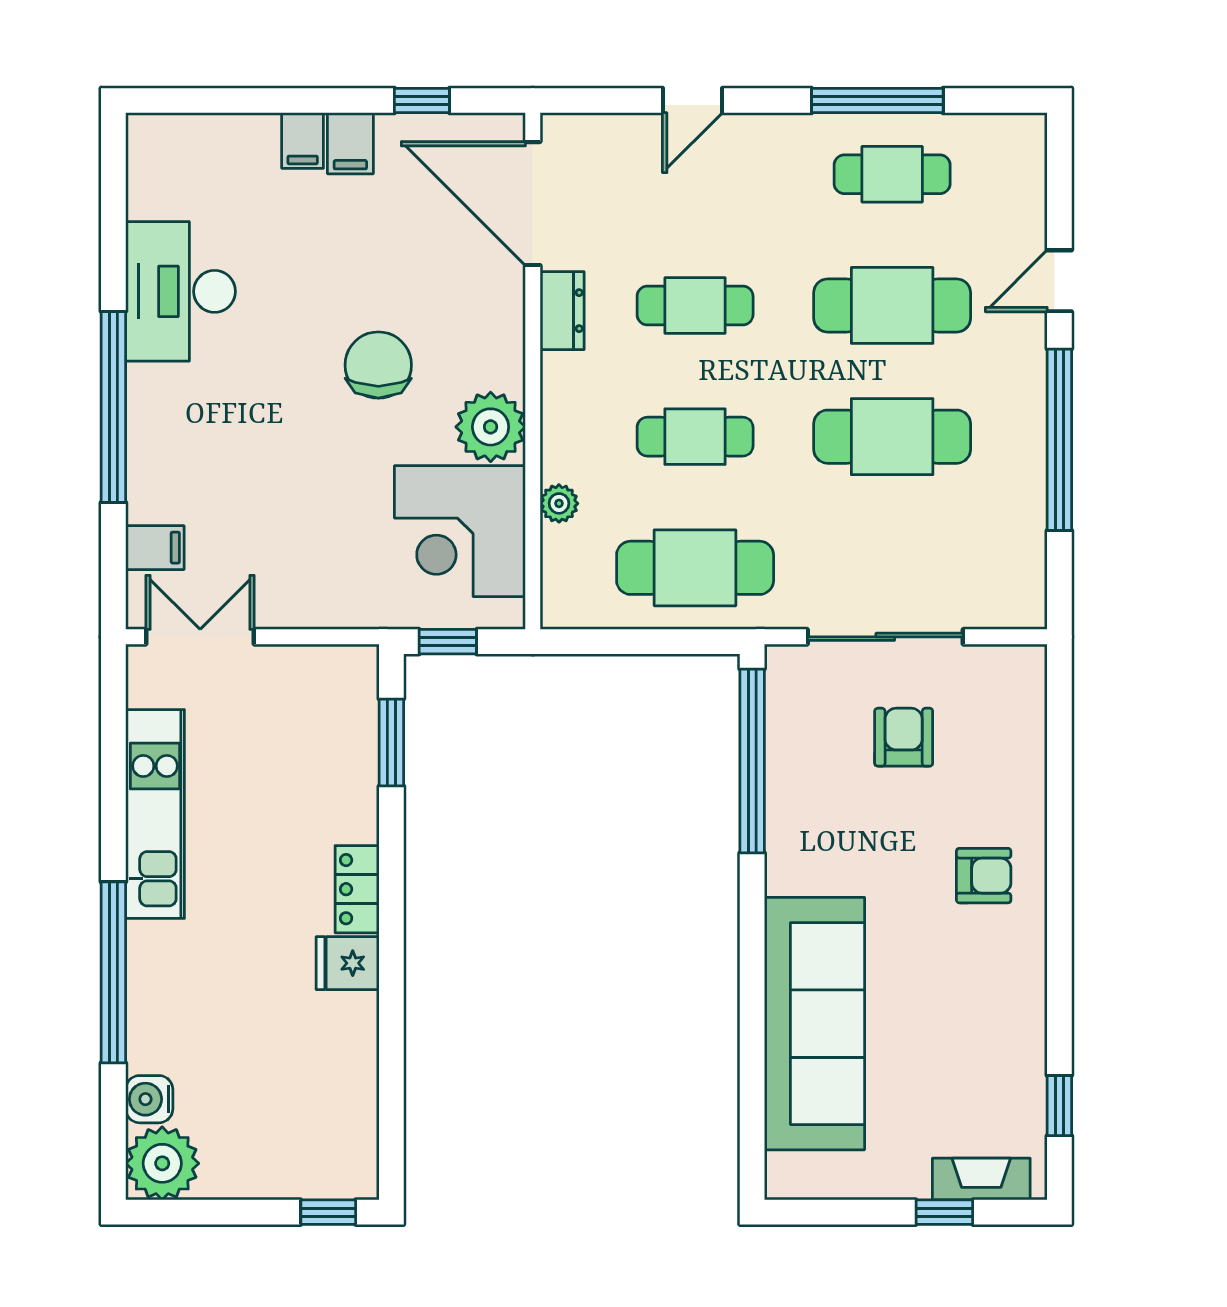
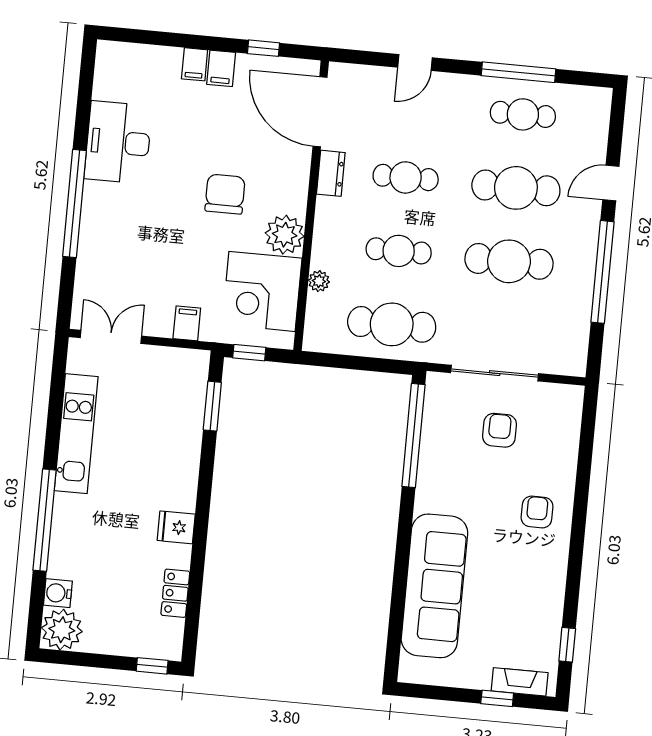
filing cabinet: (155, 548) -> (187, 323), moved, turned -90
armchair: (984, 876) -> (537, 512), turned -90
locker: (357, 889) -> (175, 593), moved

